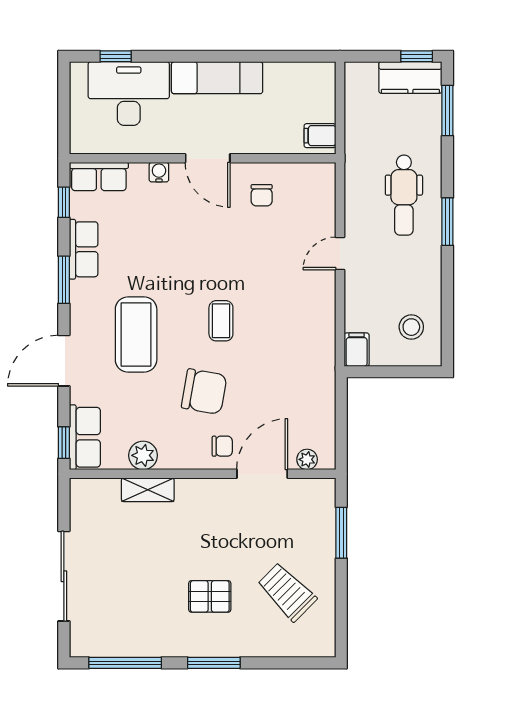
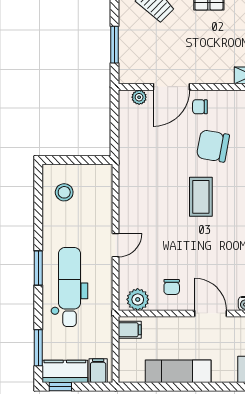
exam couch: (217, 78) -> (178, 371), moved
plant: (309, 178) -> (138, 299), added
chair: (262, 195) -> (172, 287), turned 180
dental chair: (404, 195) -> (70, 287), width x1.36, depth x1.38
coffee table: (221, 321) -> (201, 197), width x1.36, depth x1.30
filing cabinet: (357, 350) -> (98, 371), moved, turned 180

